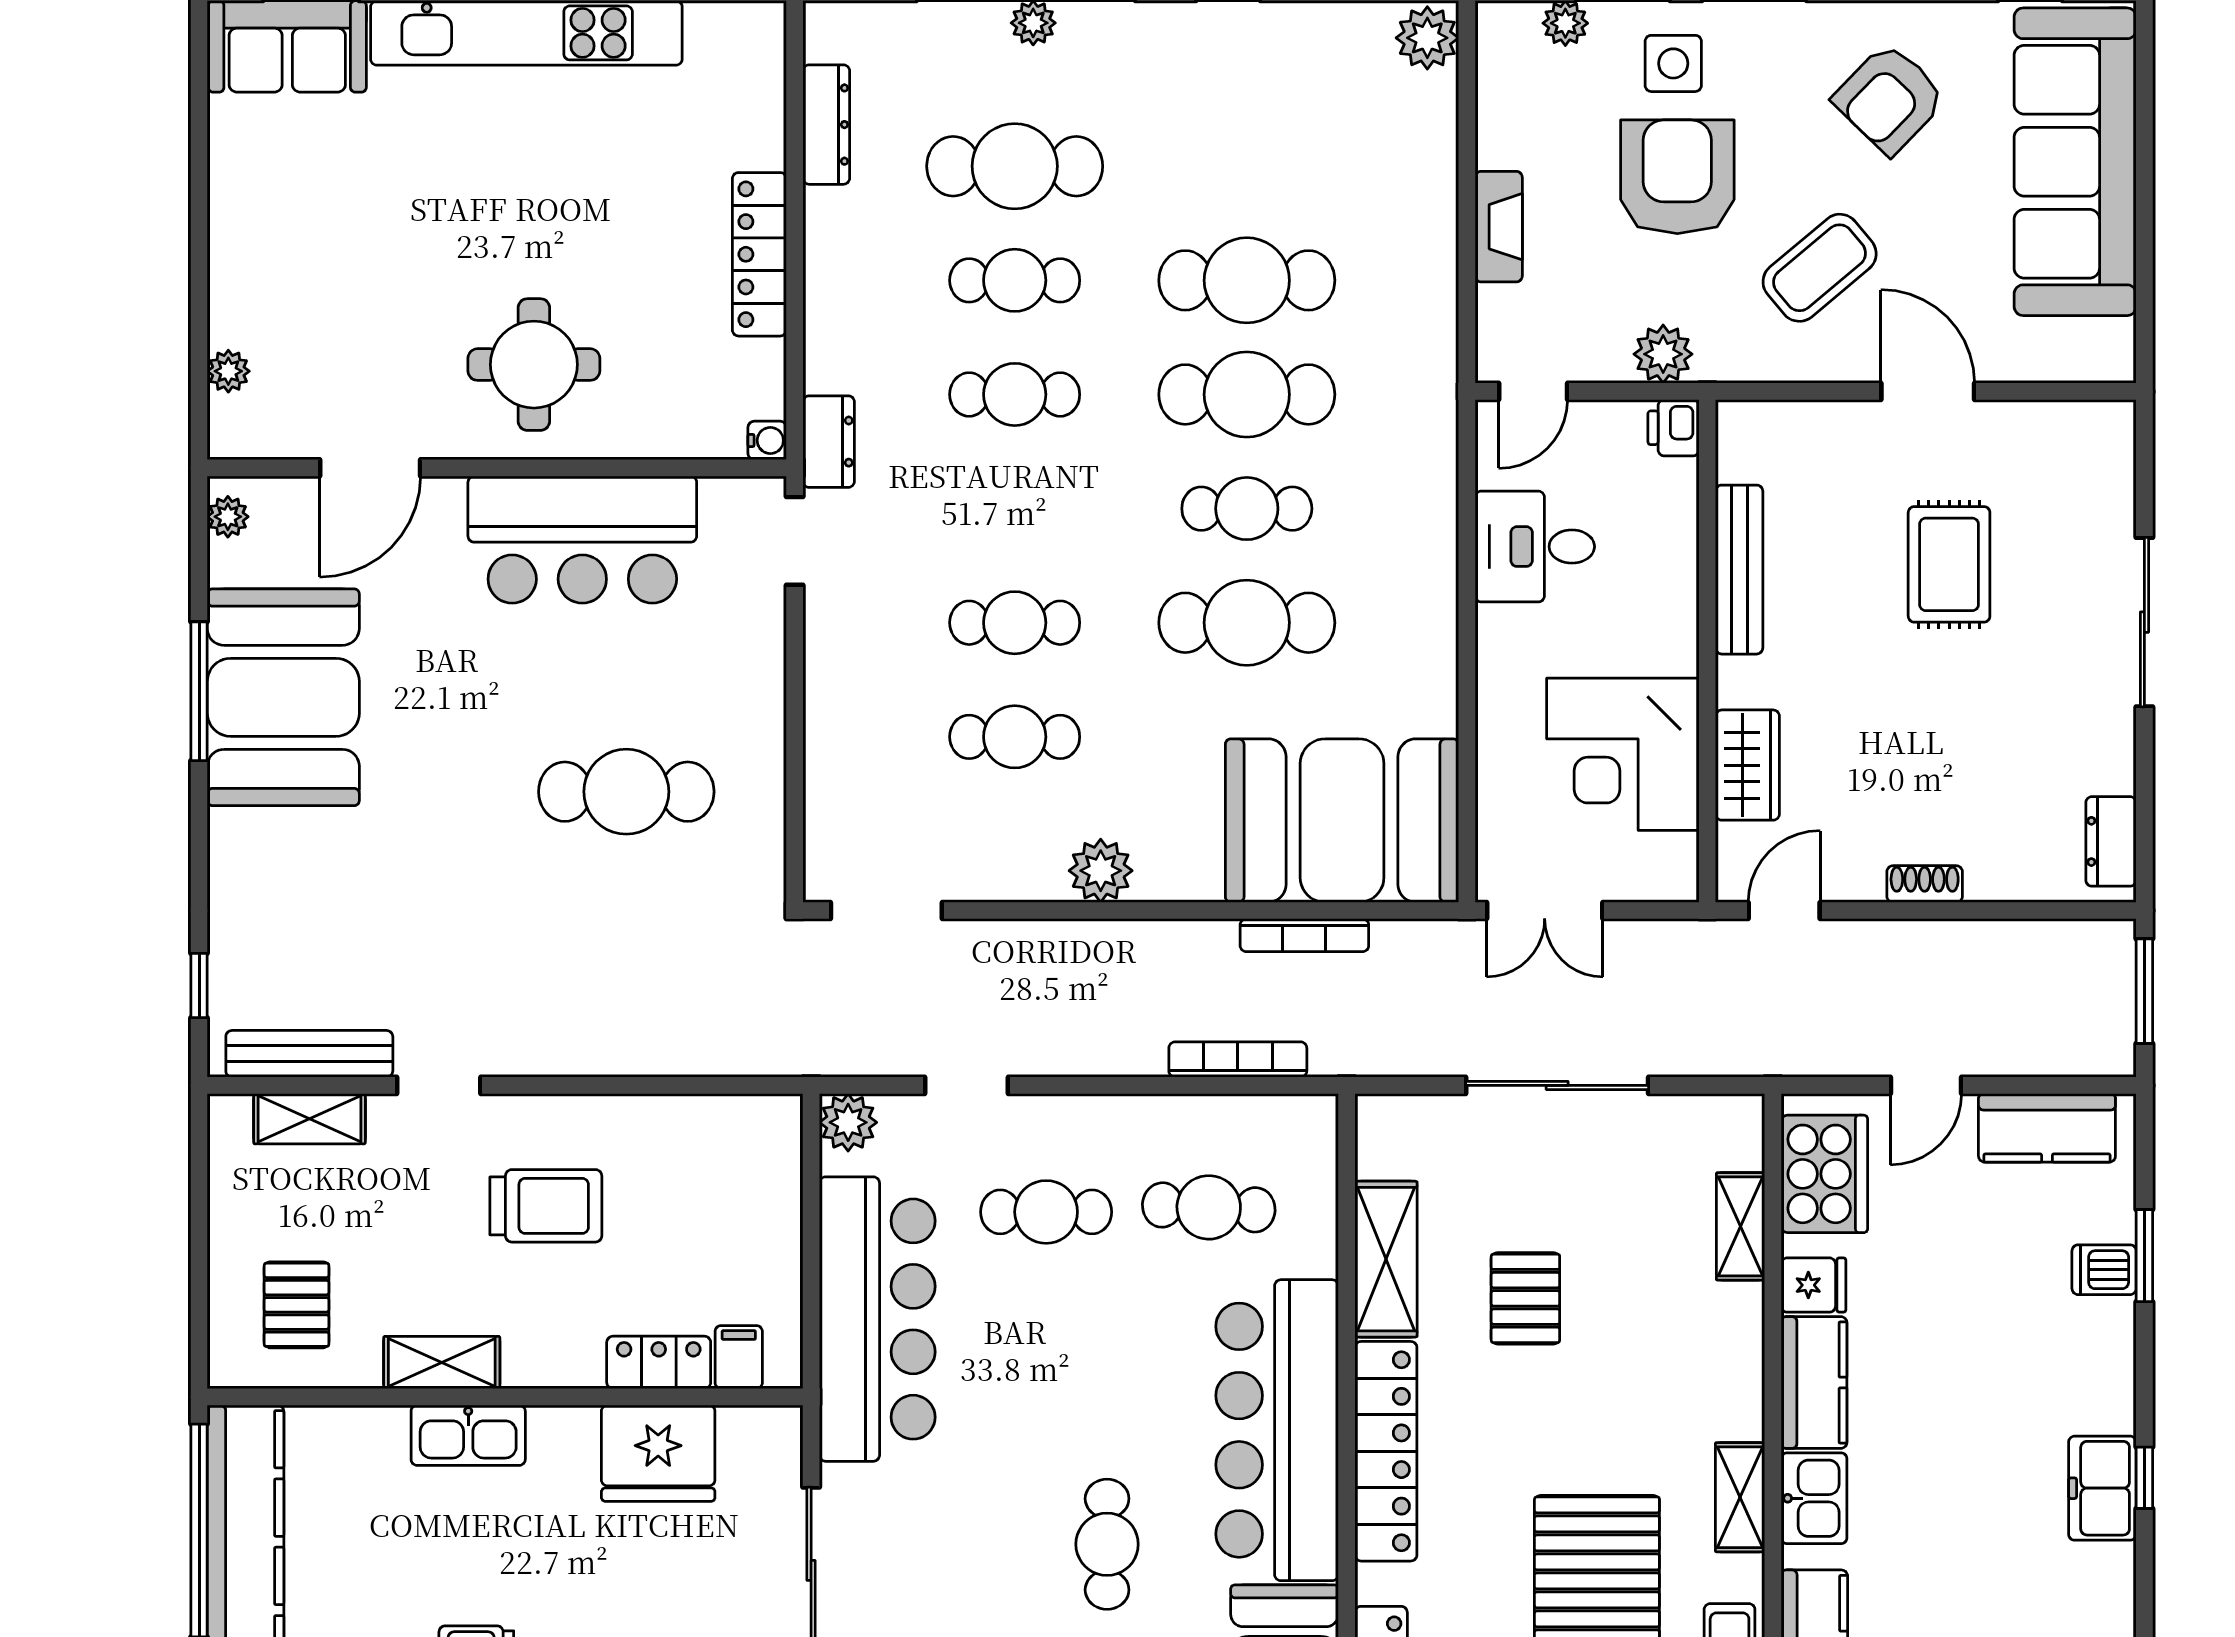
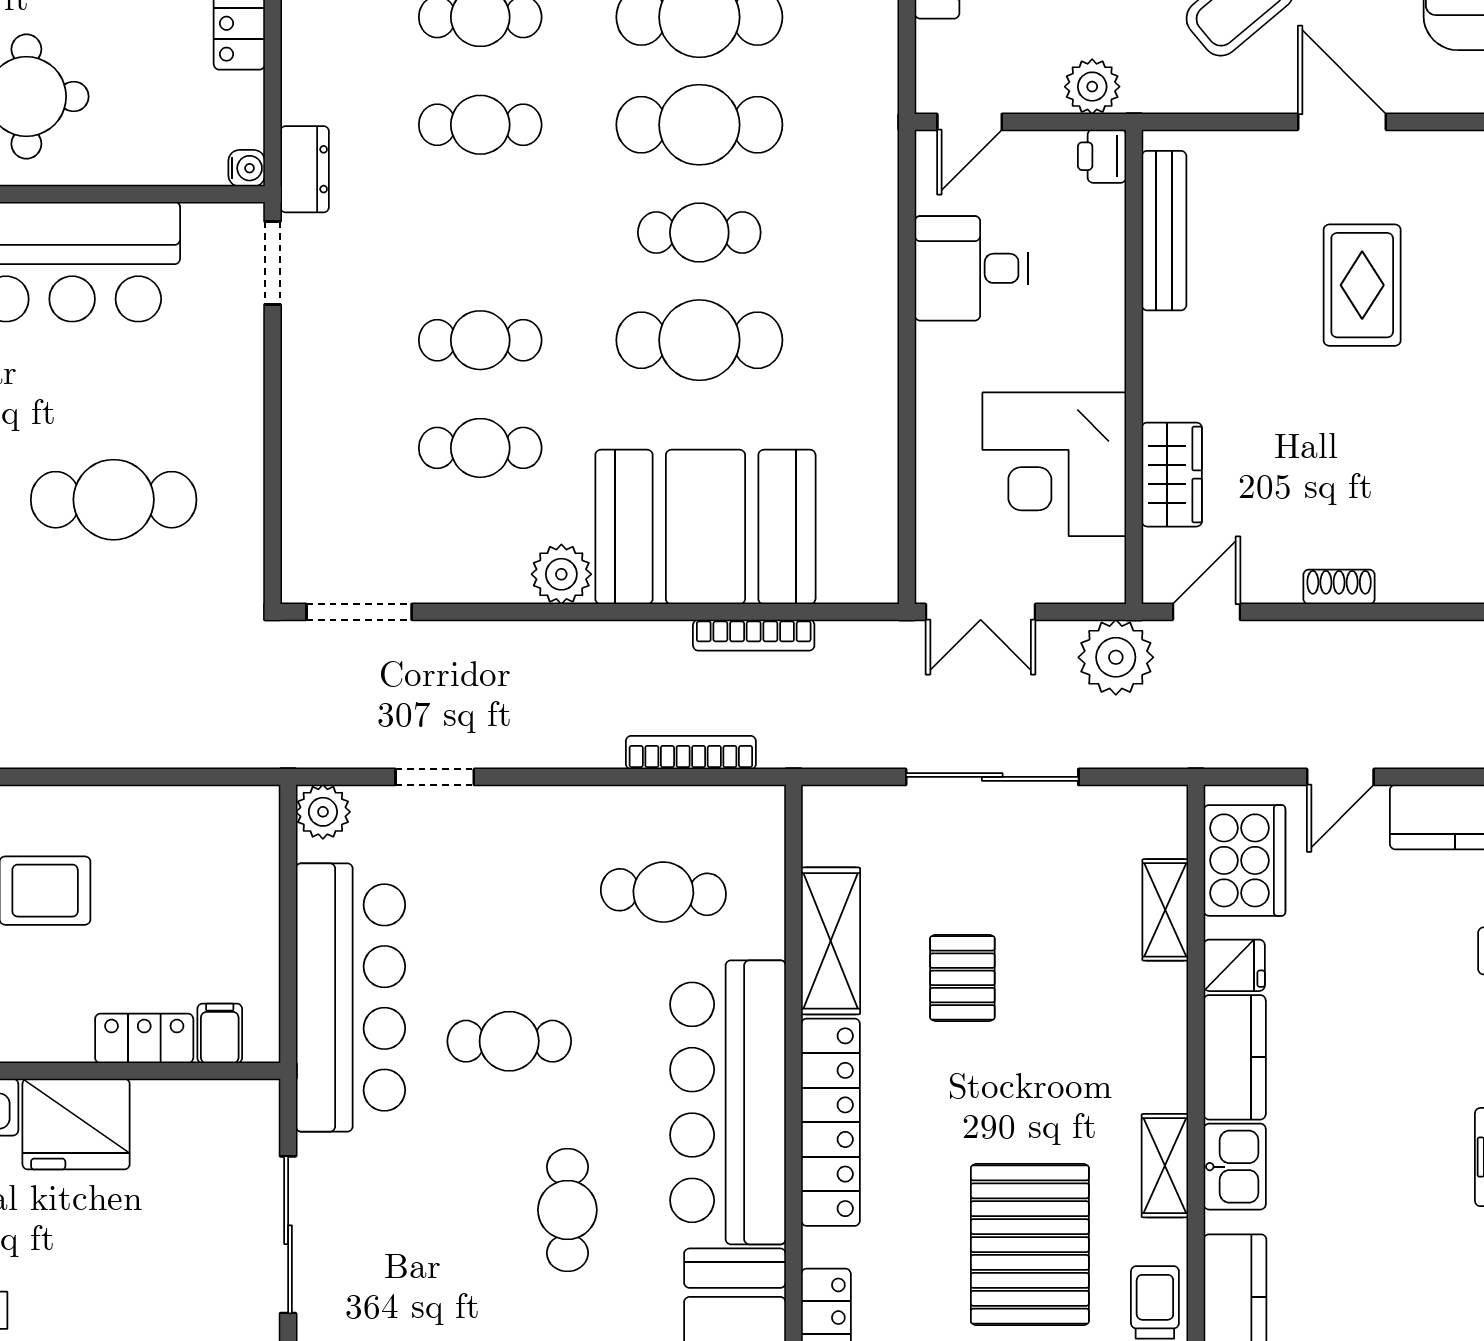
bench: (1739, 570) -> (1164, 231), moved
booth: (1342, 821) -> (705, 527), moved
plant: (1688, 959) -> (1116, 657), added
cafe table: (1046, 1212) -> (509, 1041), moved
fridge: (658, 1453) -> (76, 1124), moved

